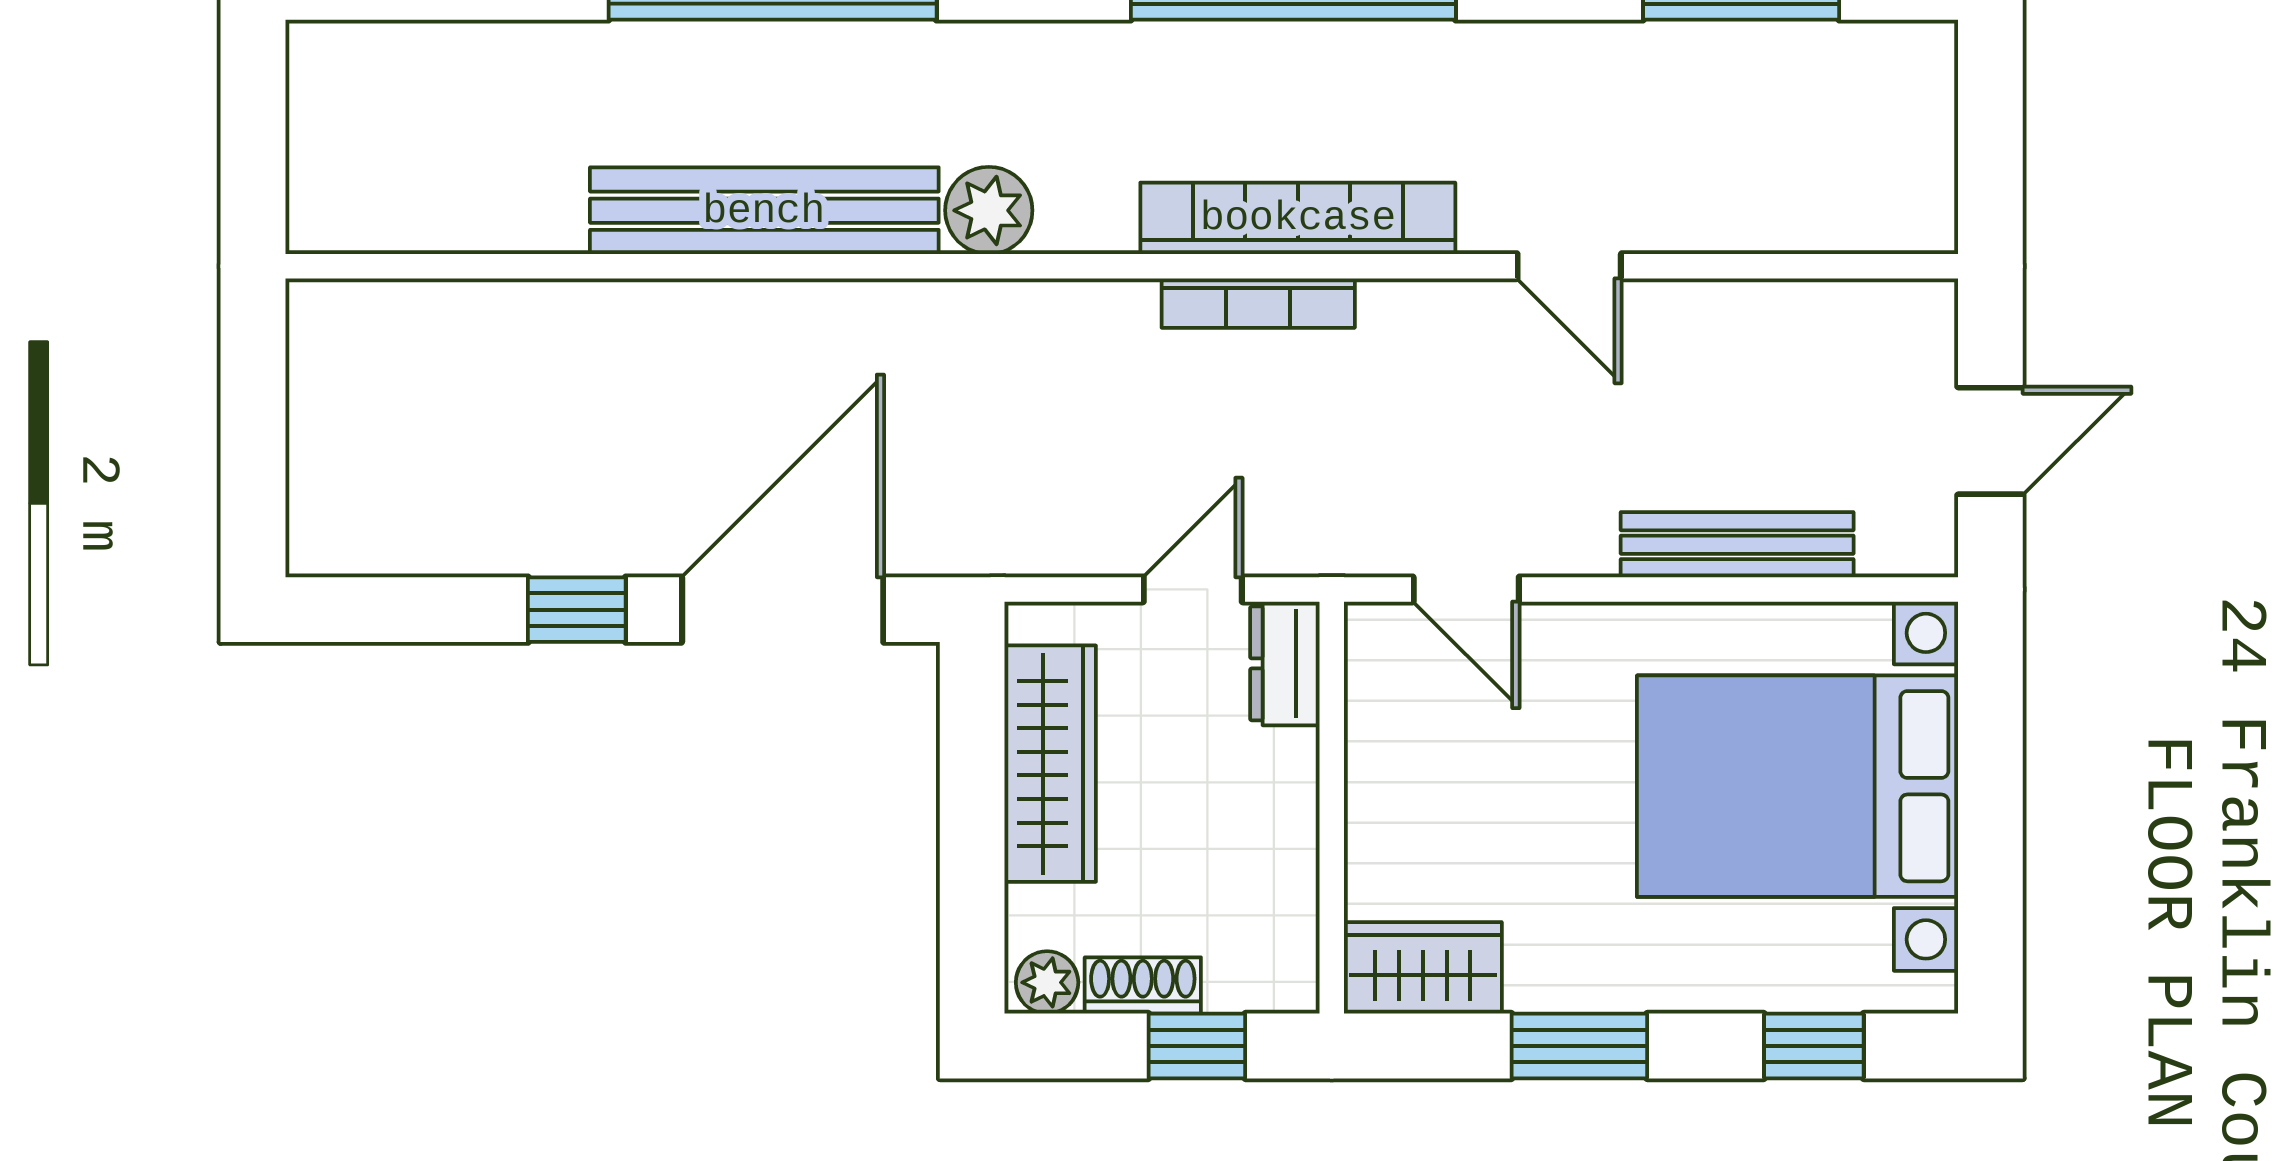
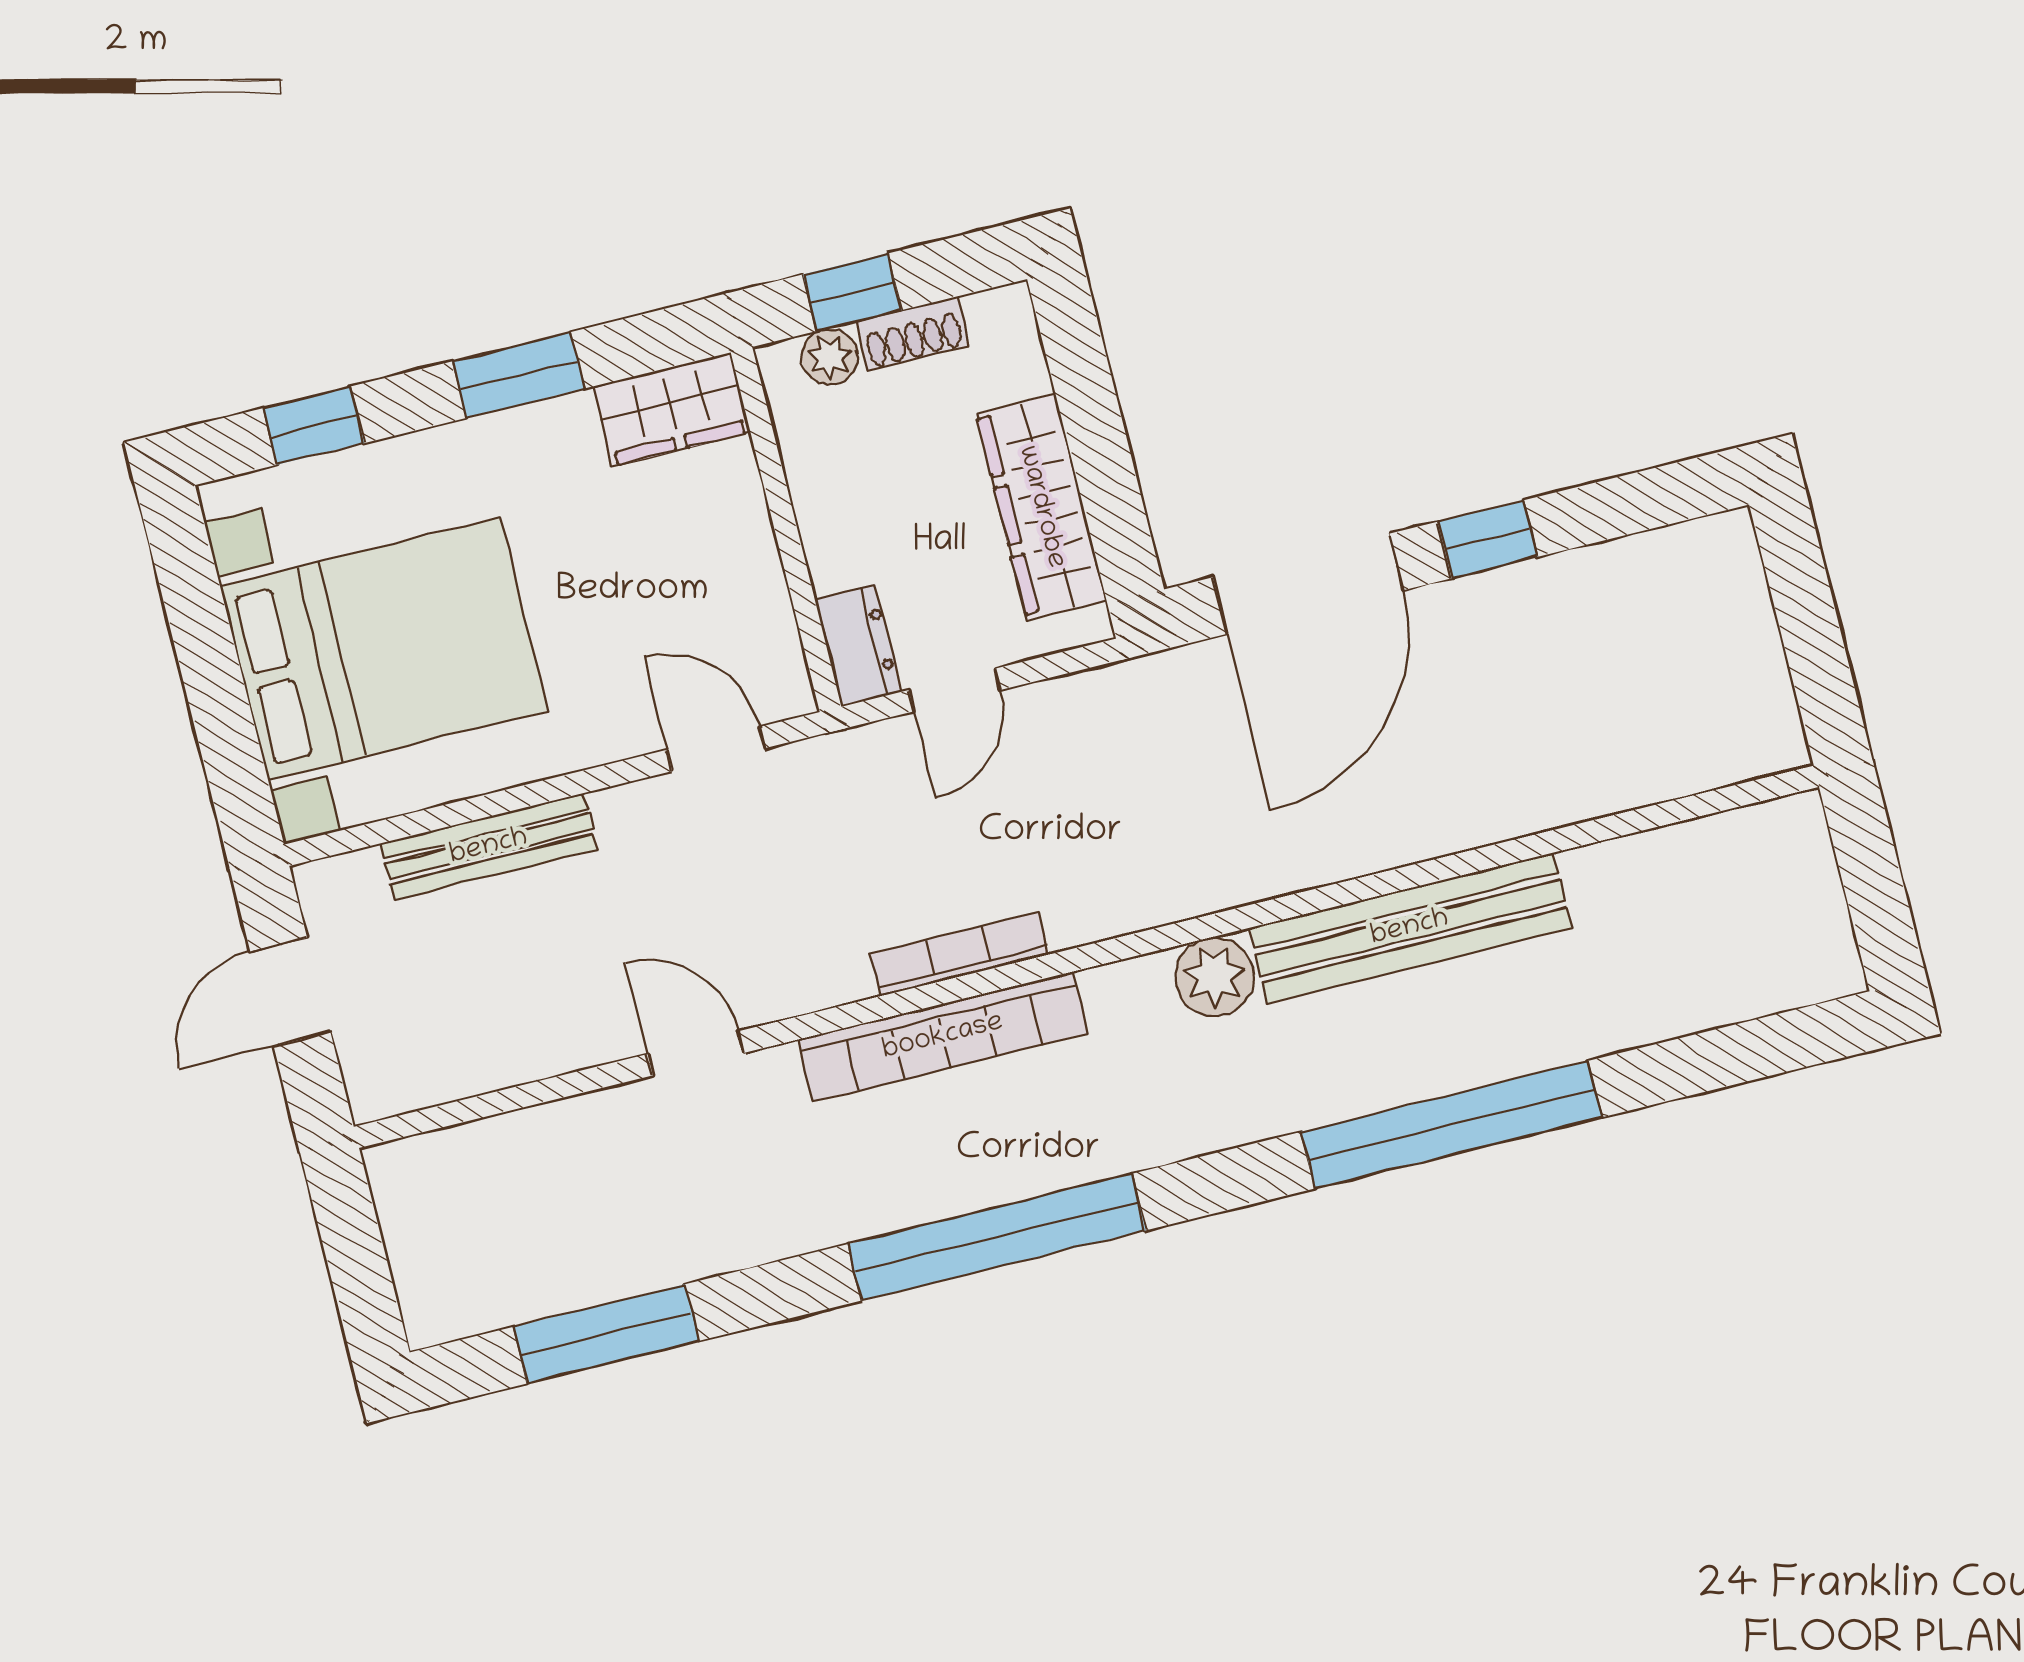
plant: (1047, 982) -> (830, 357), moved

